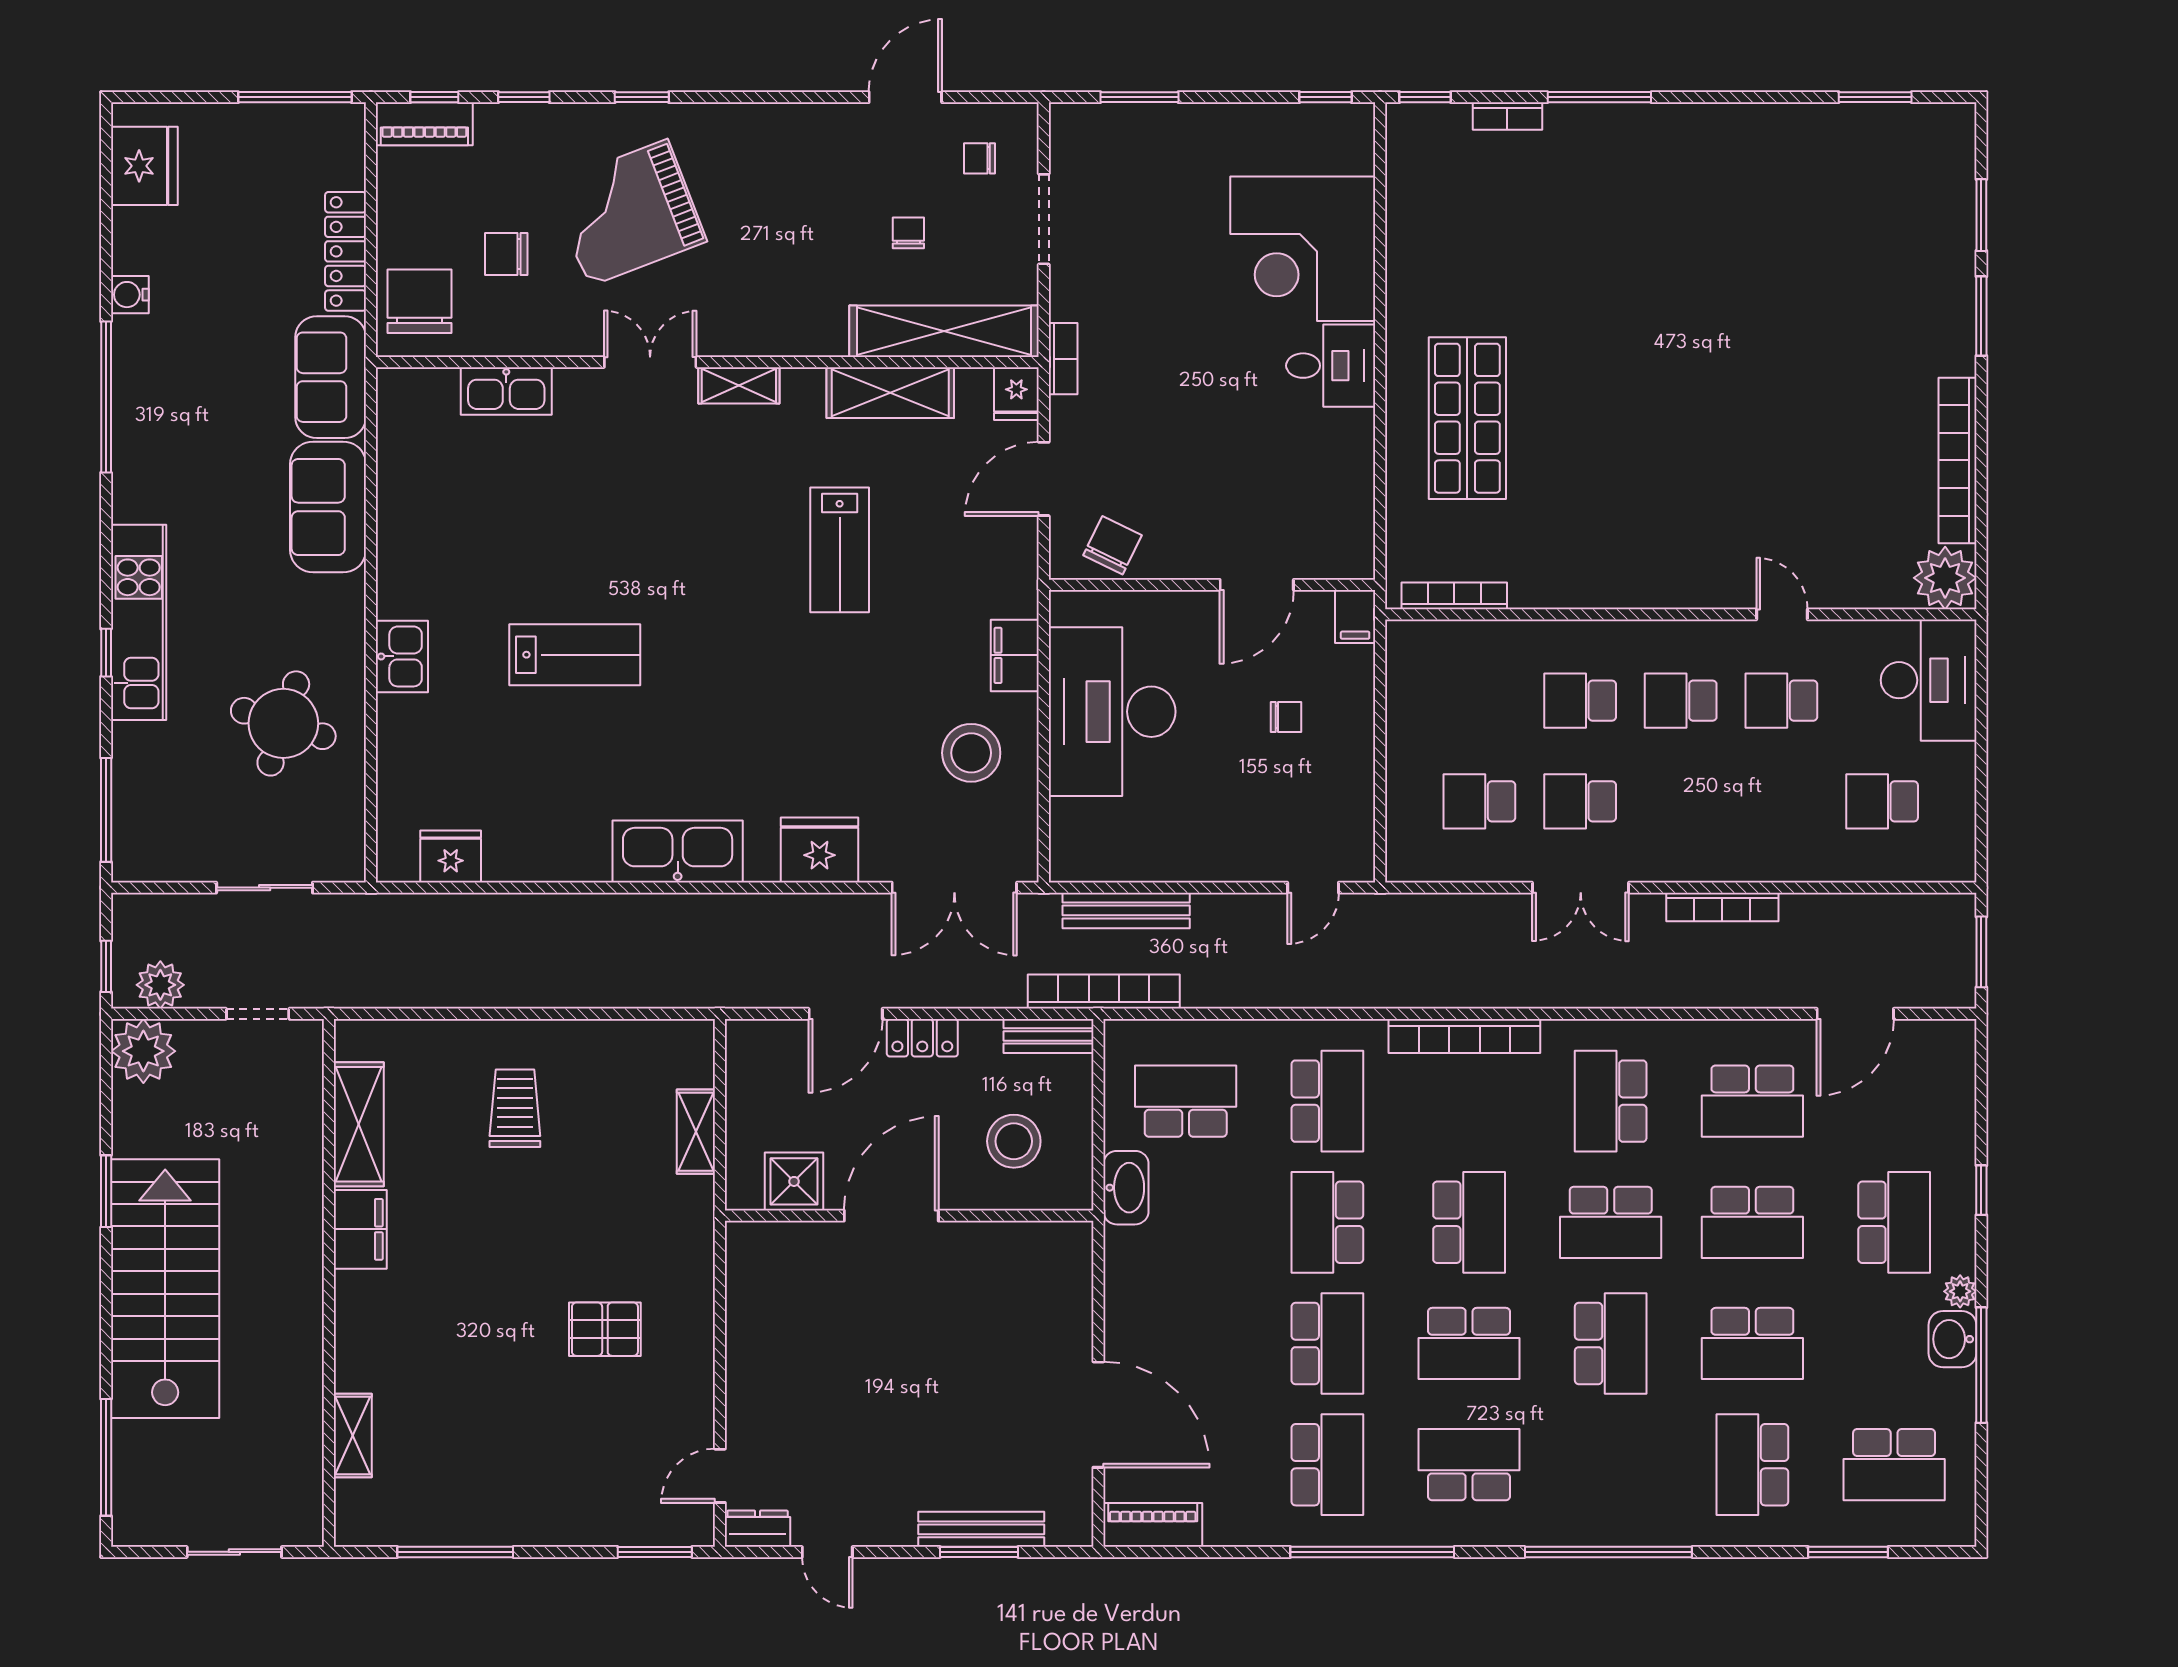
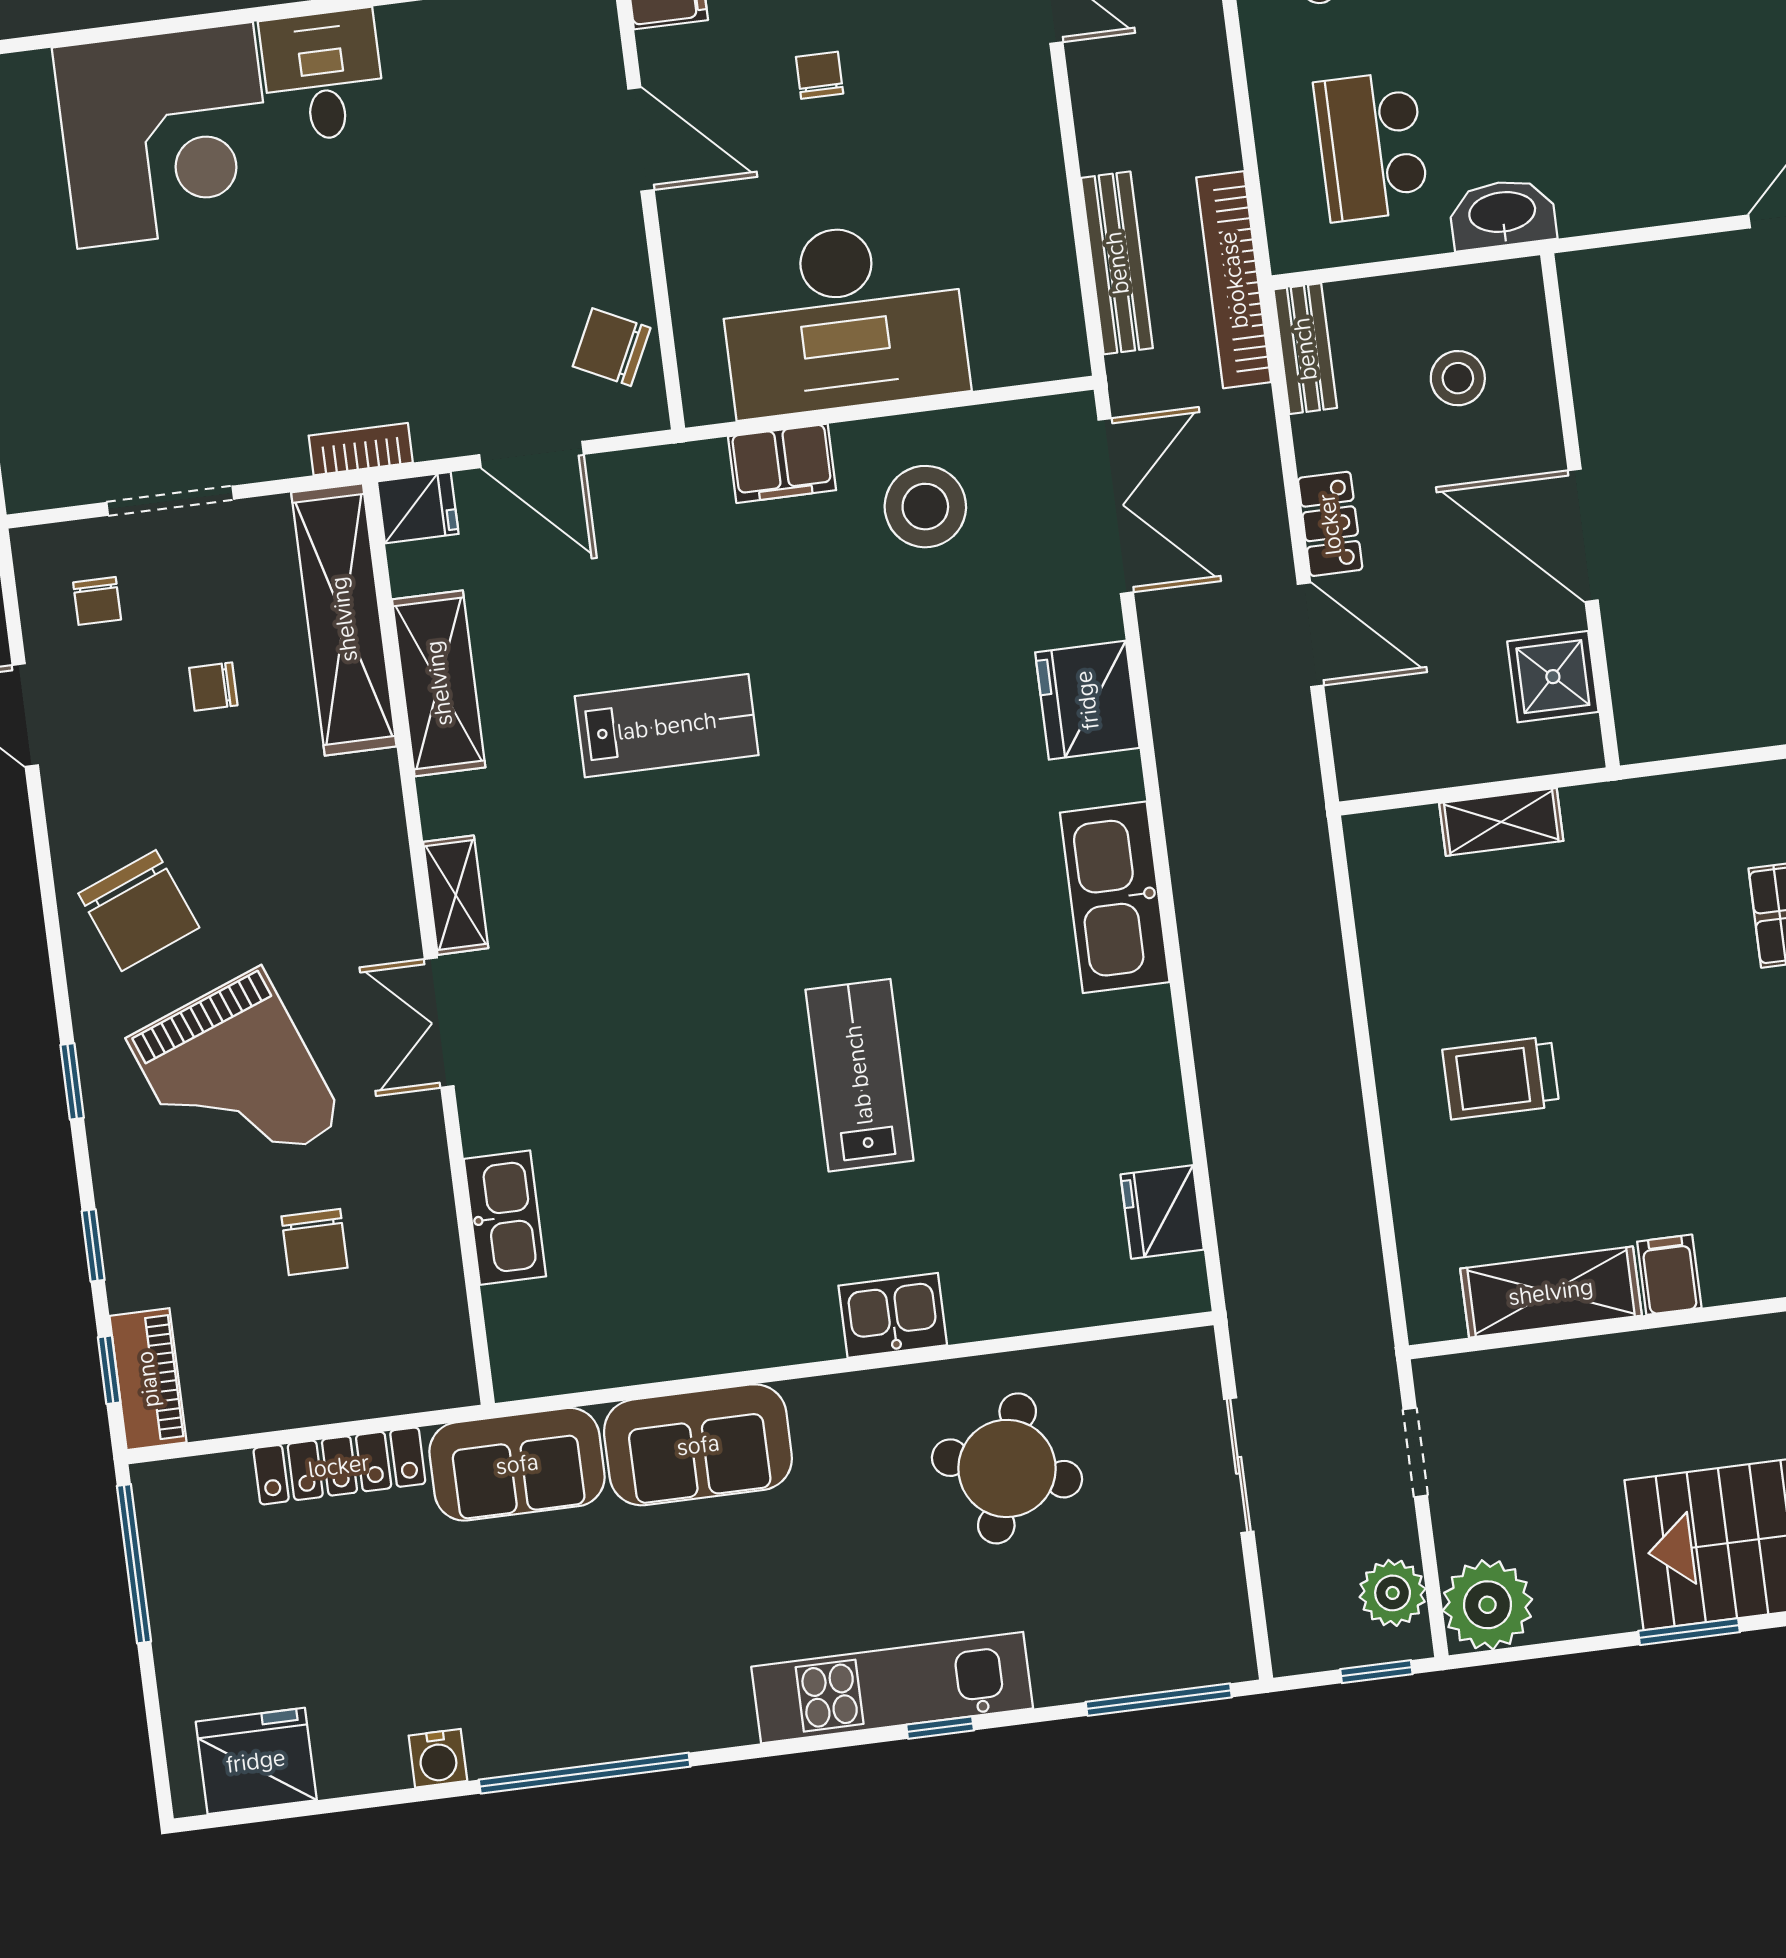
chair: (419, 301) -> (139, 911), moved, turned -112
stool: (1014, 1141) -> (1458, 378), width x0.73, depth x0.73
filing cabinet: (360, 1229) -> (1669, 1275), width x0.50

